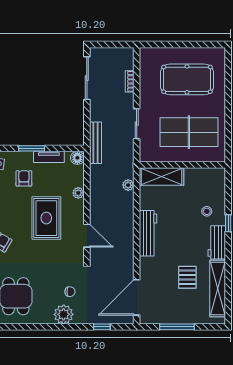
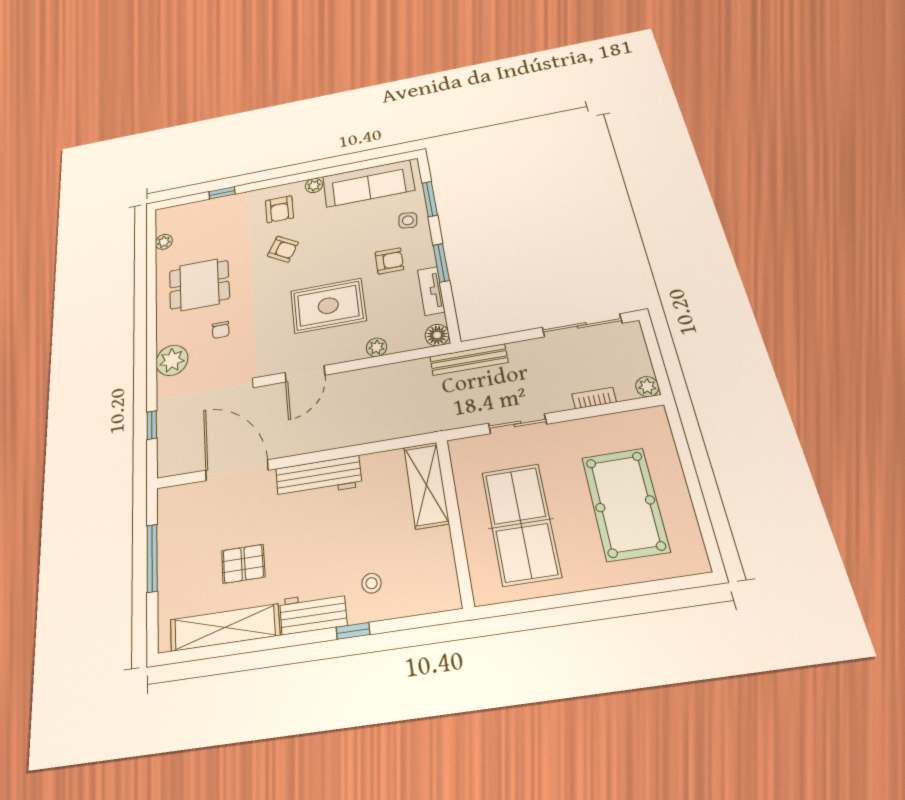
plant: (128, 185) -> (647, 387), moved
chair: (70, 292) -> (221, 330), moved
door: (137, 297) -> (237, 470), moved

